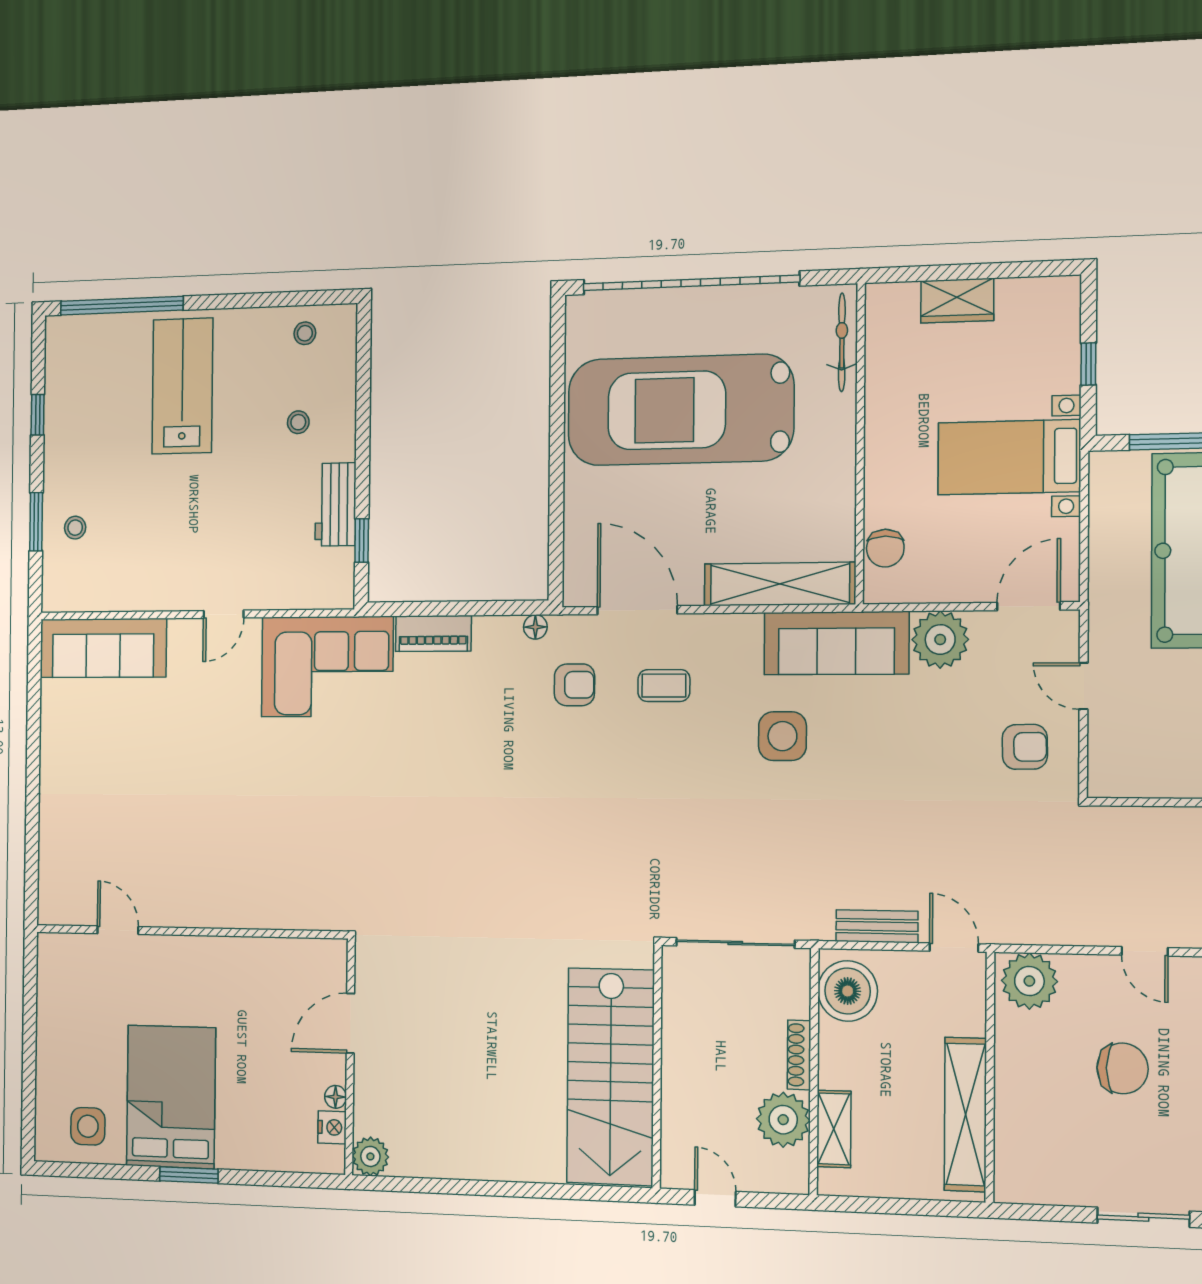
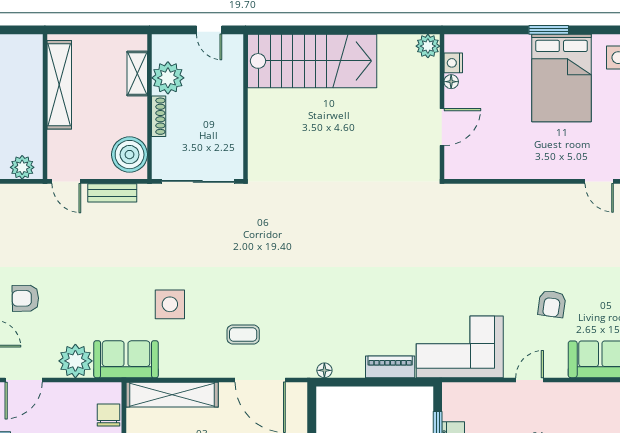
sofa: (836, 643) -> (126, 359), width x0.73
armchair: (574, 685) -> (552, 304), moved, turned -82
plant: (1029, 981) -> (22, 167), width x0.73, depth x0.73
stairs: (611, 1076) -> (312, 61), moved, turned 90

